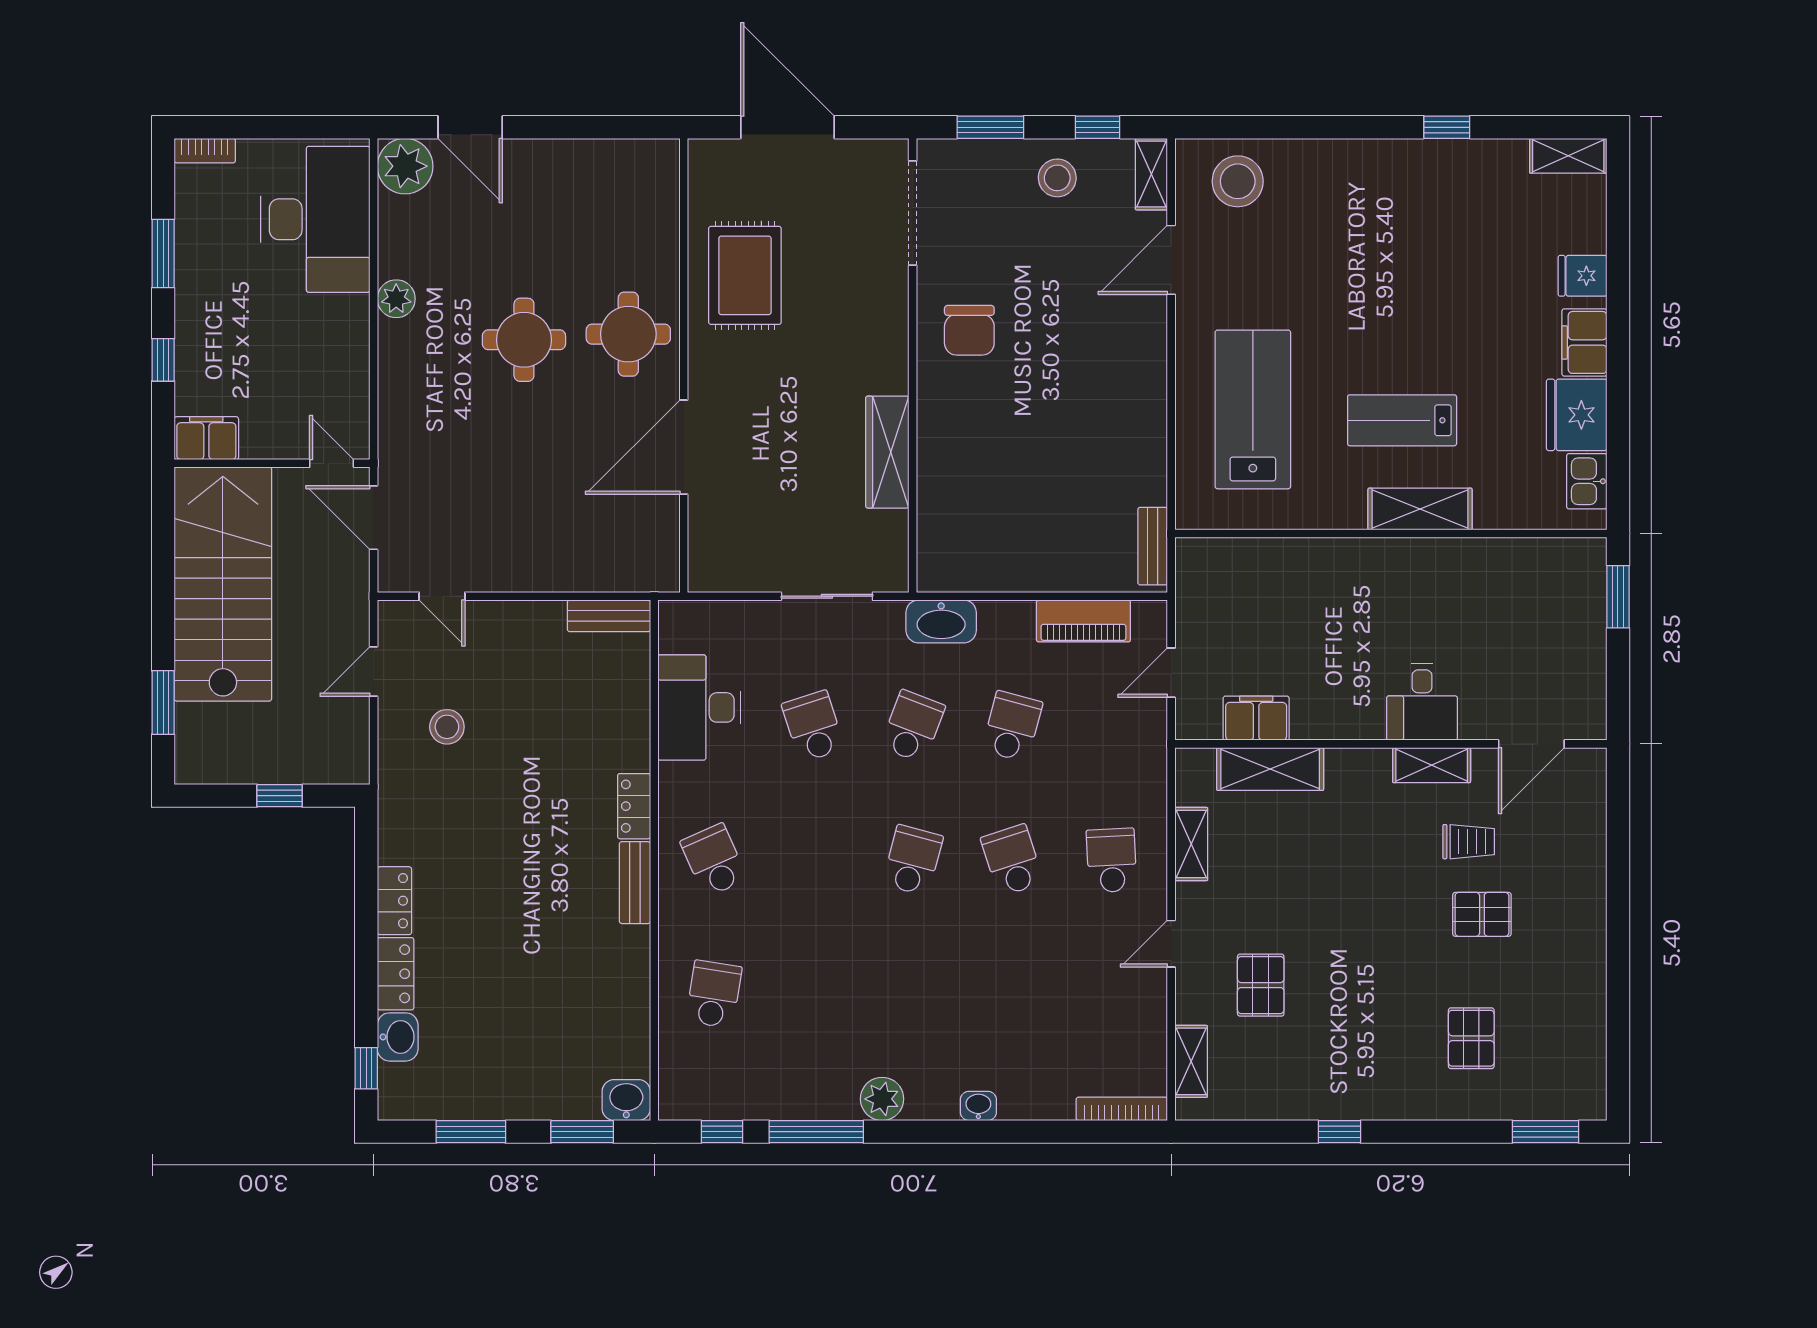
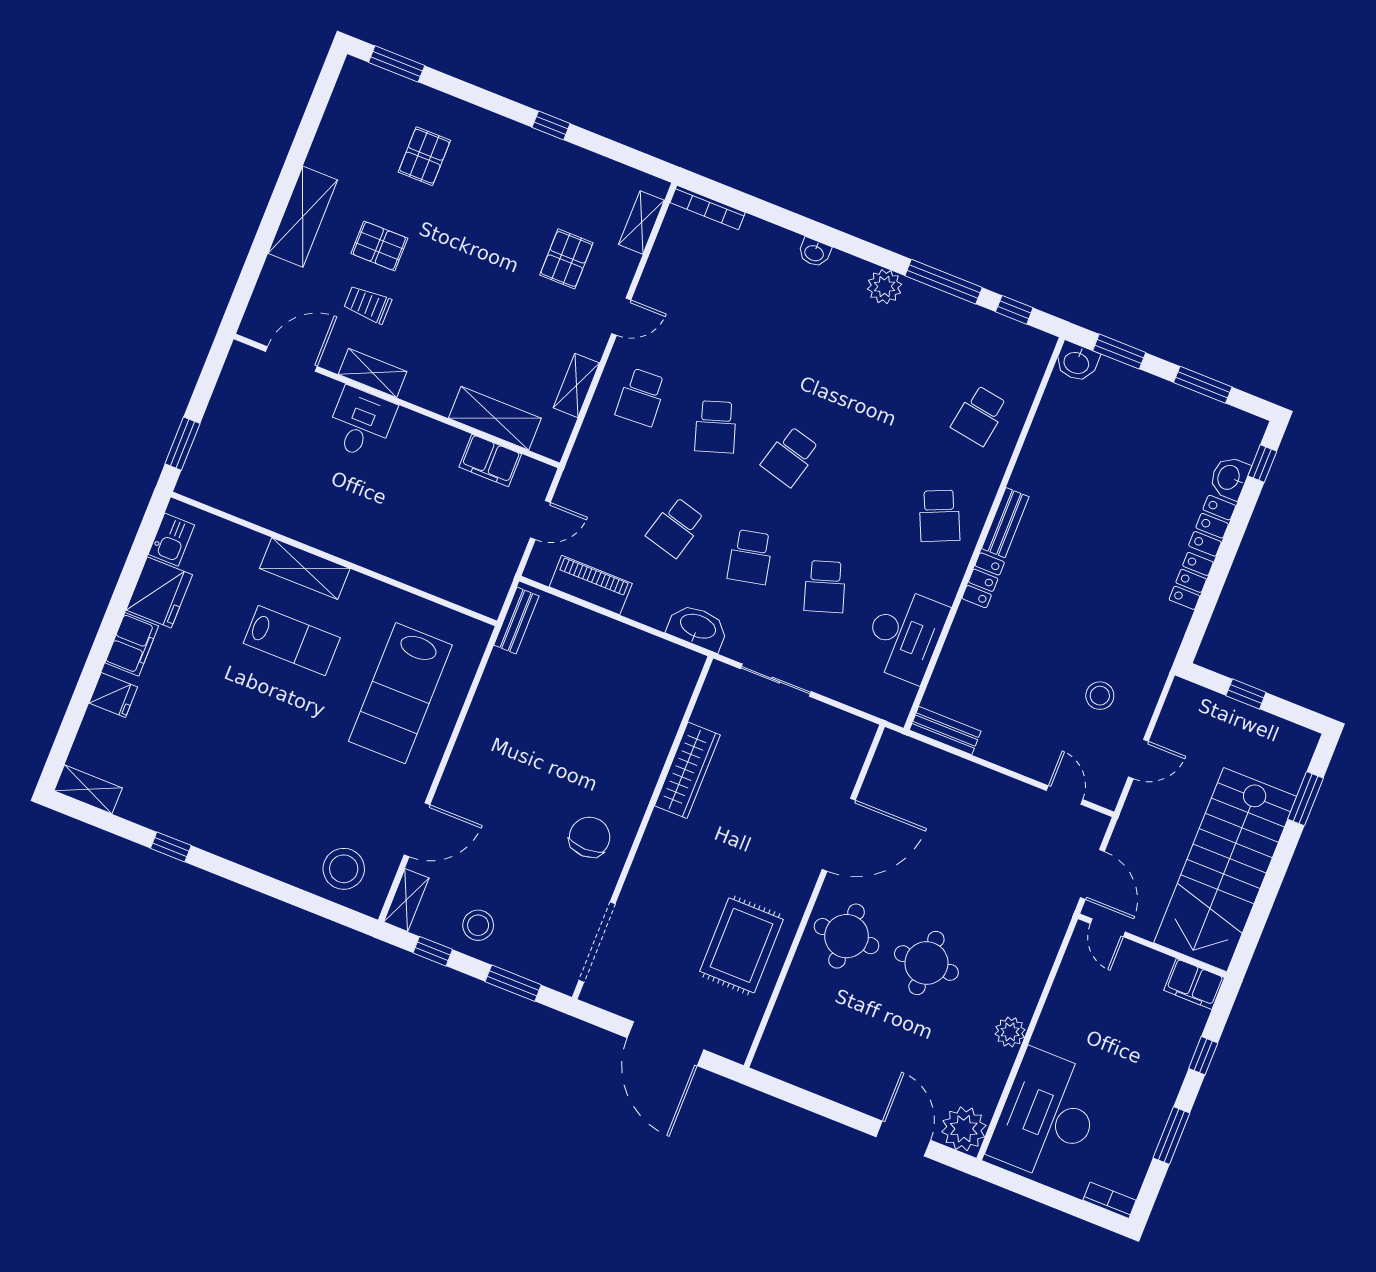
school desk: (913, 726) -> (750, 557), turned -33
shelving: (1584, 913) -> (303, 217), added

